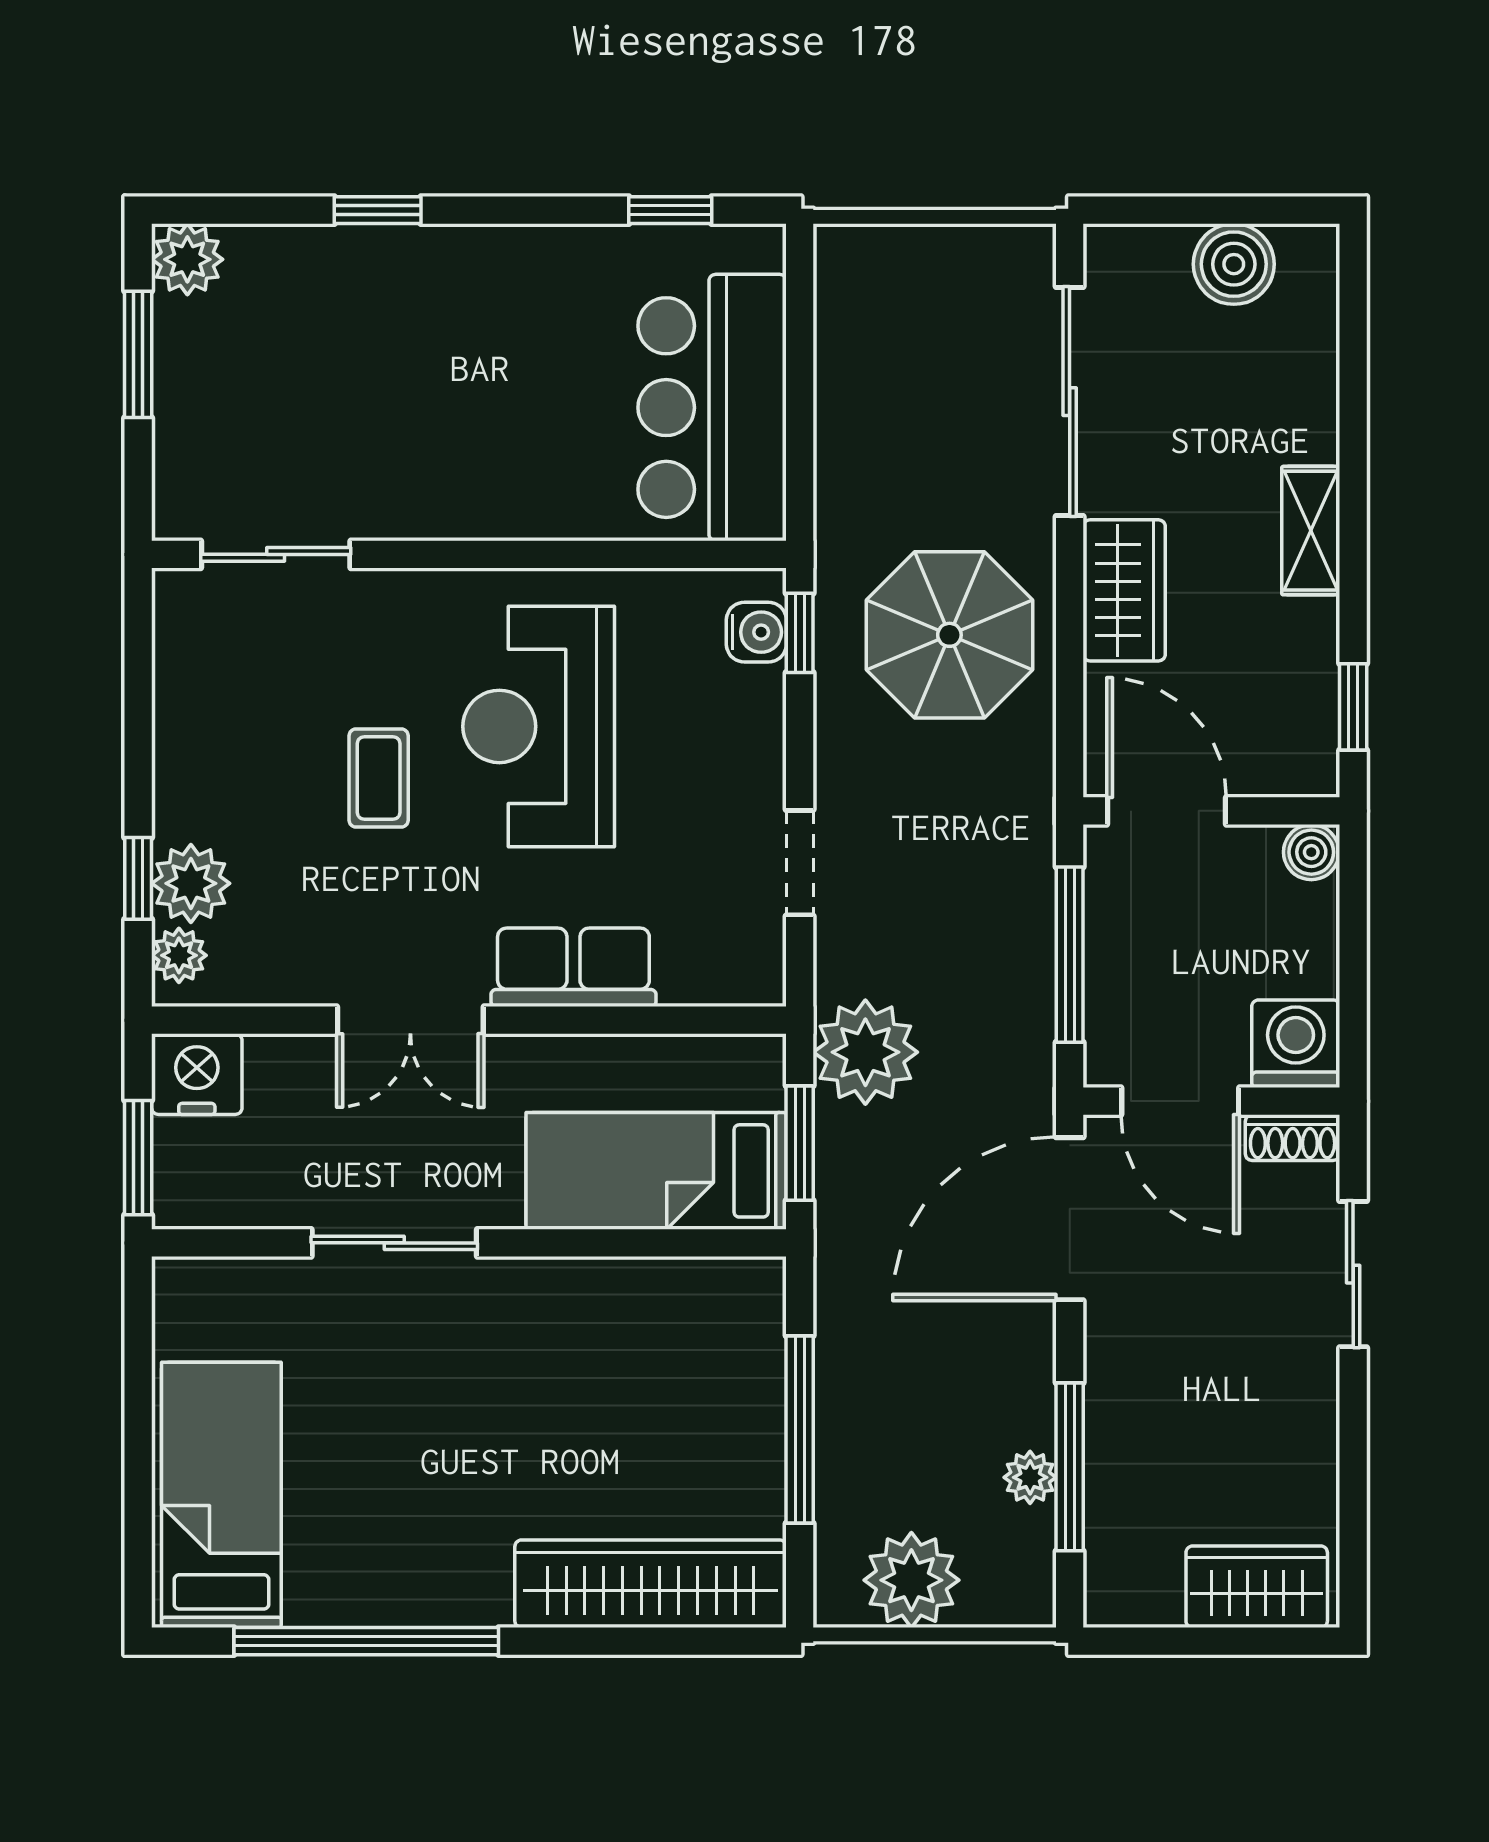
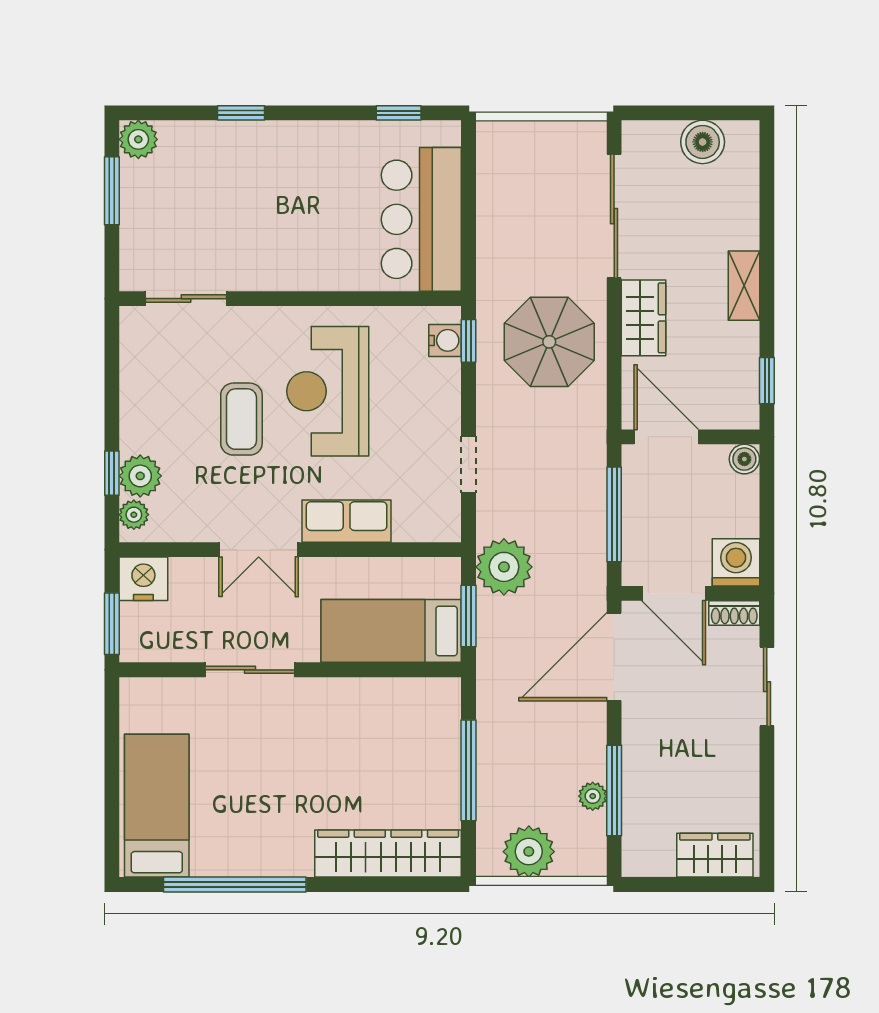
coffee table: (379, 778) -> (241, 419), width x1.36, depth x1.30

